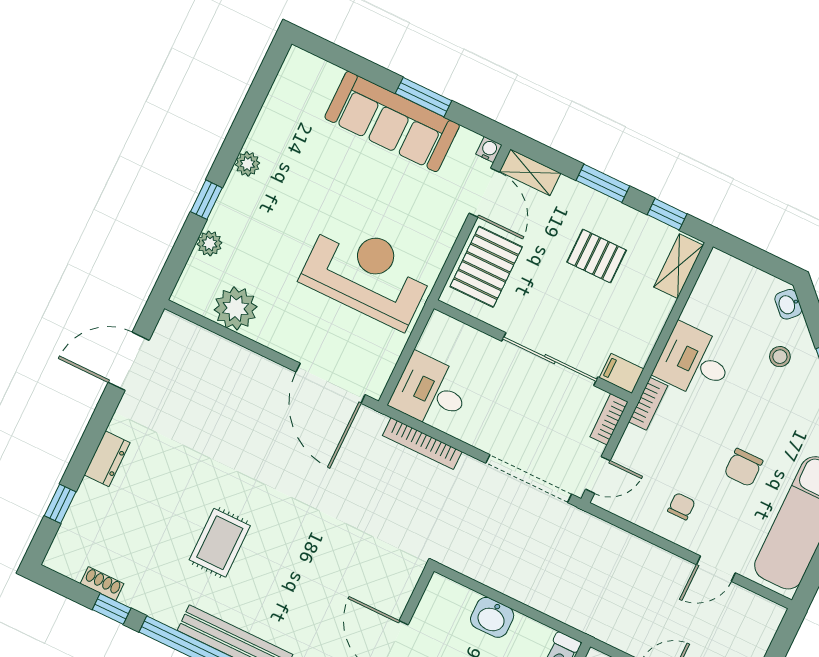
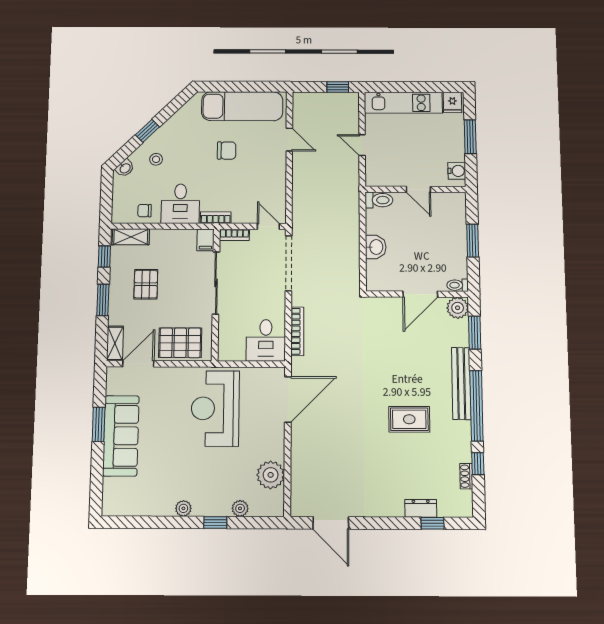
water cooler: (489, 150) -> (112, 373), removed
dresser: (107, 459) -> (421, 508), moved
chair: (681, 506) -> (144, 211), moved

